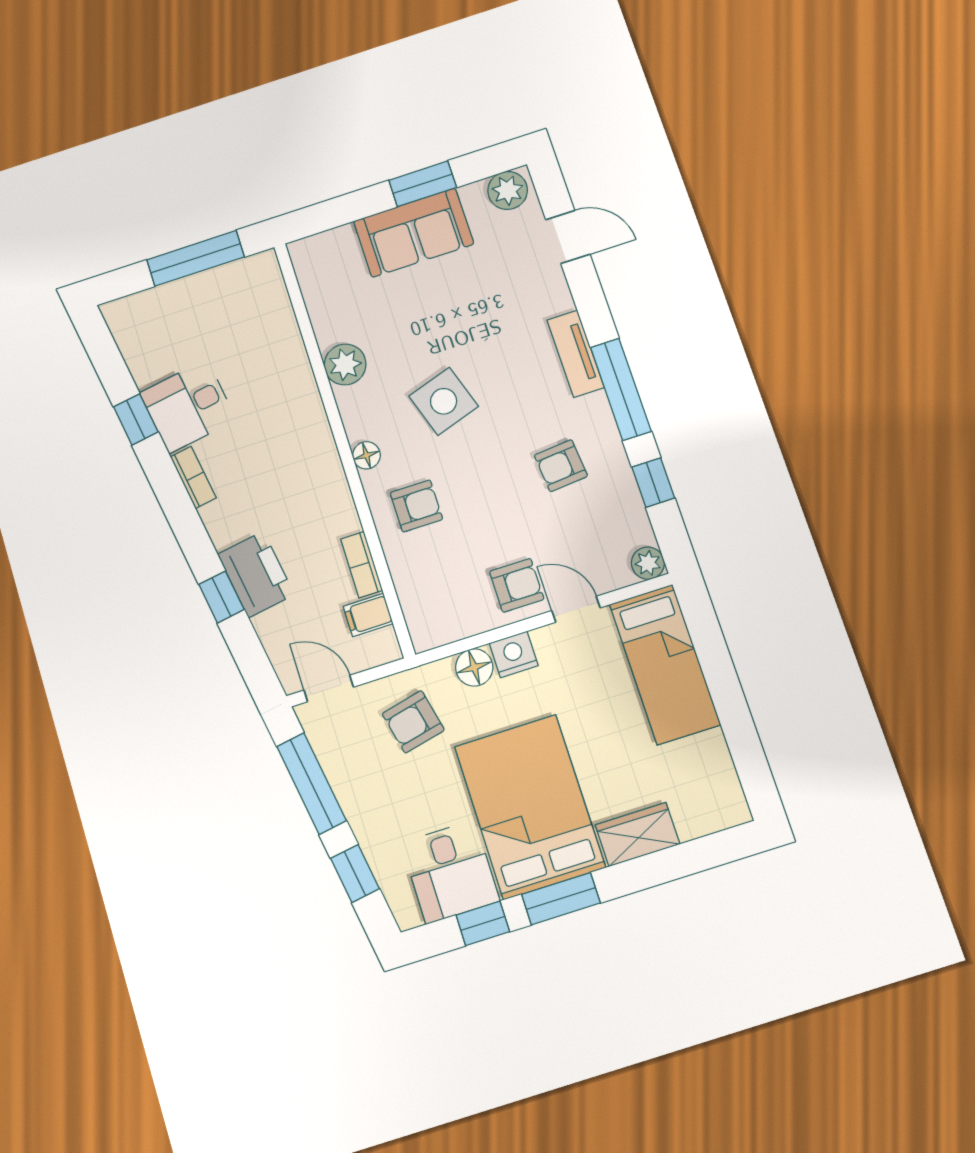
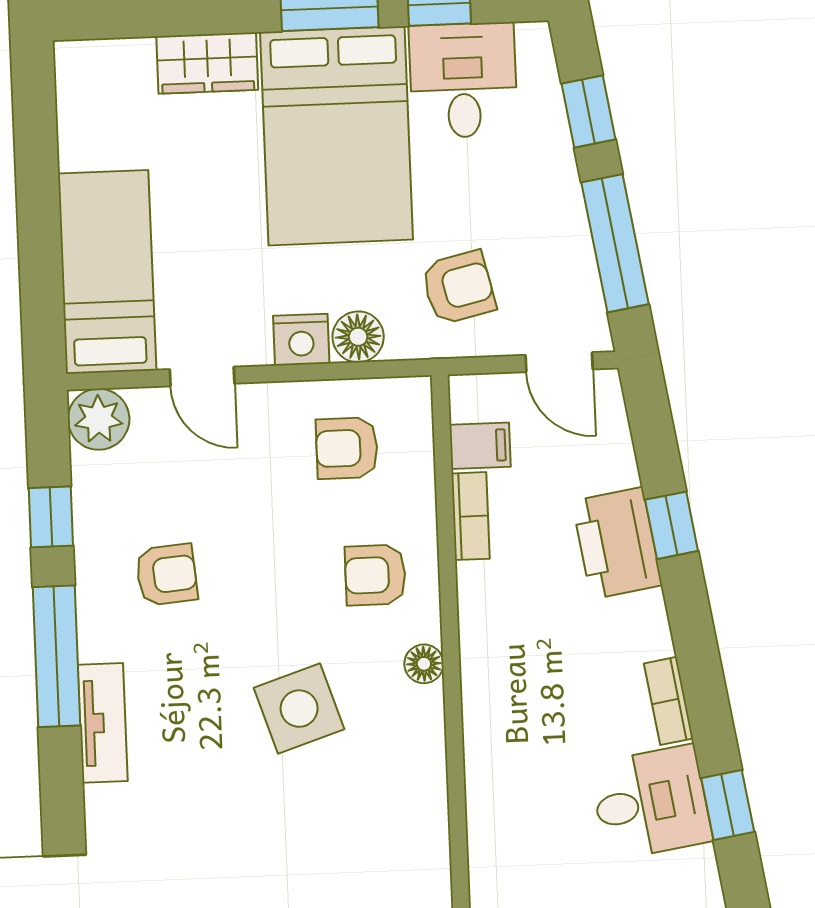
plant: (345, 365) -> (419, 799), removed
plant: (648, 563) -> (99, 419), width x1.38, depth x1.38
armchair: (517, 585) -> (347, 448), moved

